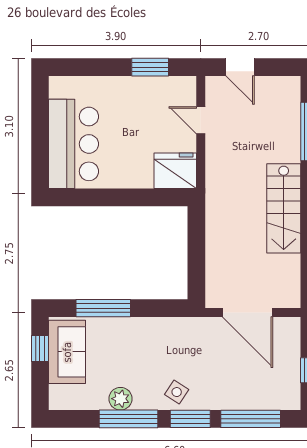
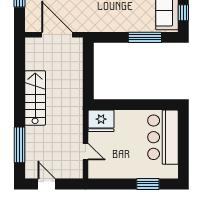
window: (150, 67) -> (148, 184), moved
door: (240, 67) -> (47, 184), moved

